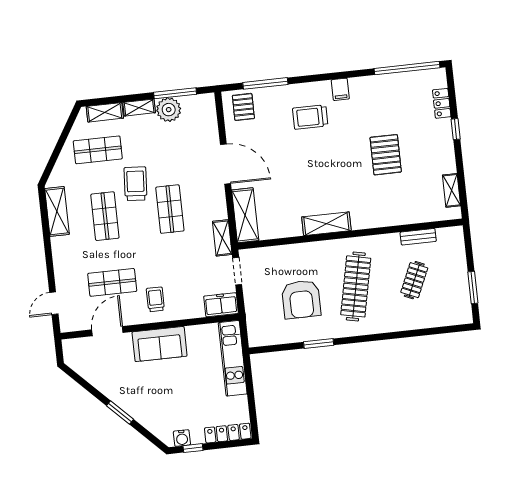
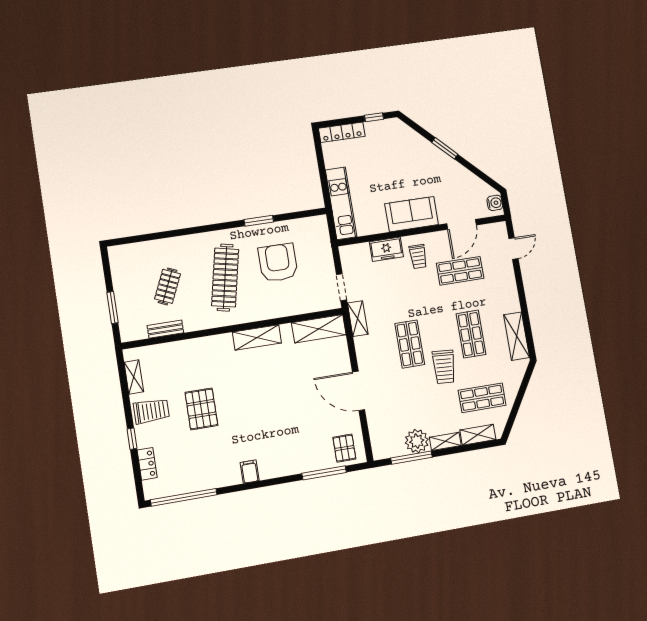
trolley: (310, 117) -> (151, 411), moved
shelving: (245, 215) -> (319, 329), moved, turned 90
window: (473, 288) -> (112, 308), moved
freezer: (221, 305) -> (386, 249), moved
water cooler: (182, 438) -> (495, 203), moved, turned 90

